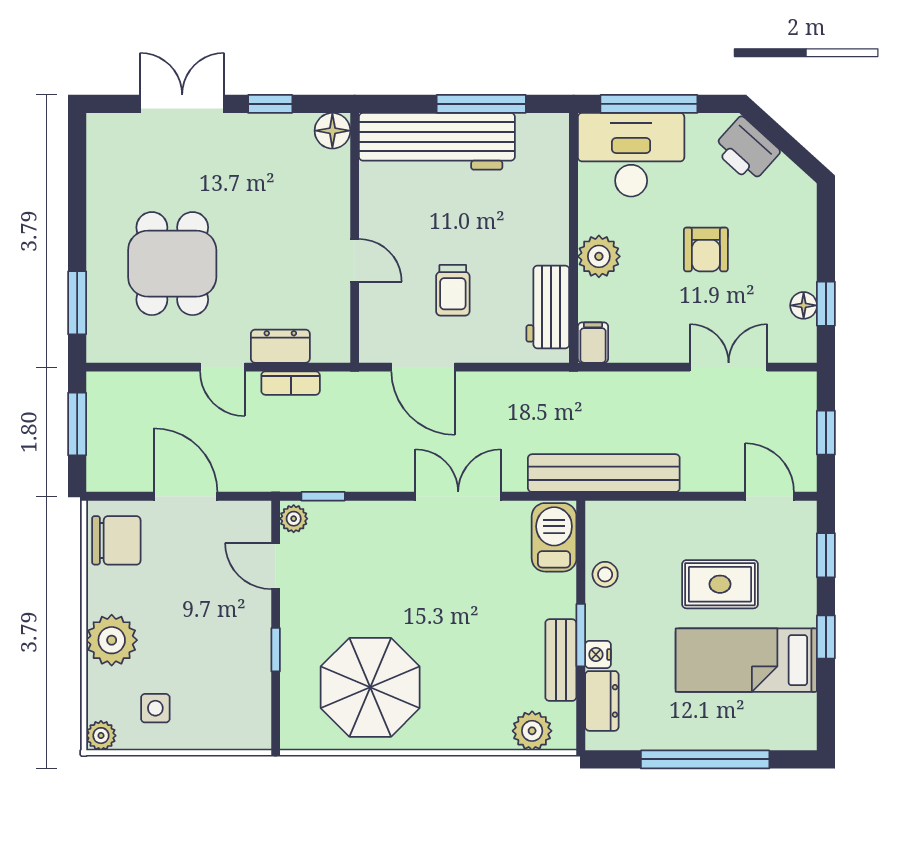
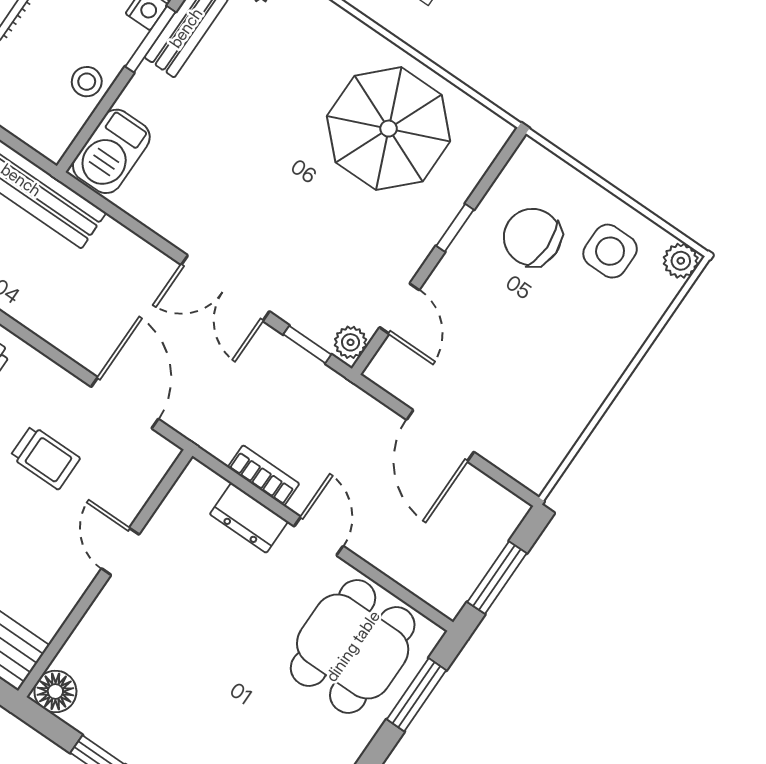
dining table: (172, 264) -> (353, 646), moved
trolley: (453, 290) -> (45, 457), turned 90
double door: (458, 496) -> (225, 288), moved
chair: (116, 540) -> (532, 237), moved
plant: (112, 640) -> (607, 346), removed
side table: (155, 708) -> (610, 251), width x1.37, depth x1.37

